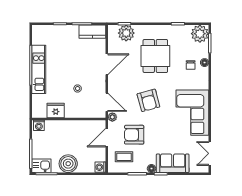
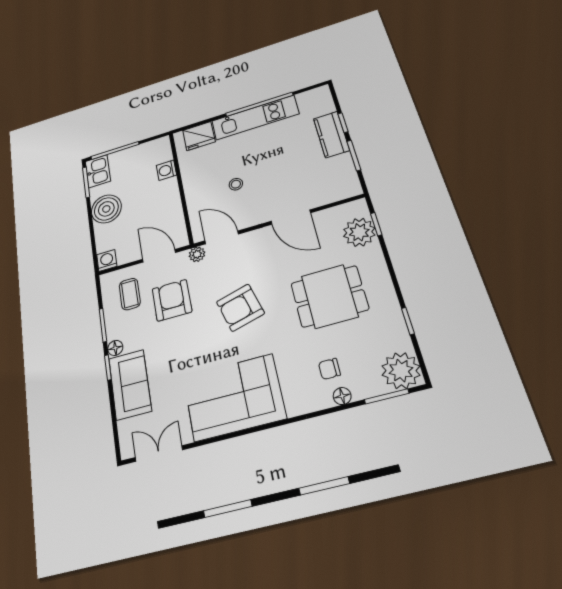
kitchen counter: (92, 32) -> (331, 134), moved
door: (107, 102) -> (222, 237), swing flipped
fridge: (56, 110) -> (199, 136), moved, turned 90
washing machine: (39, 125) -> (166, 170), moved

